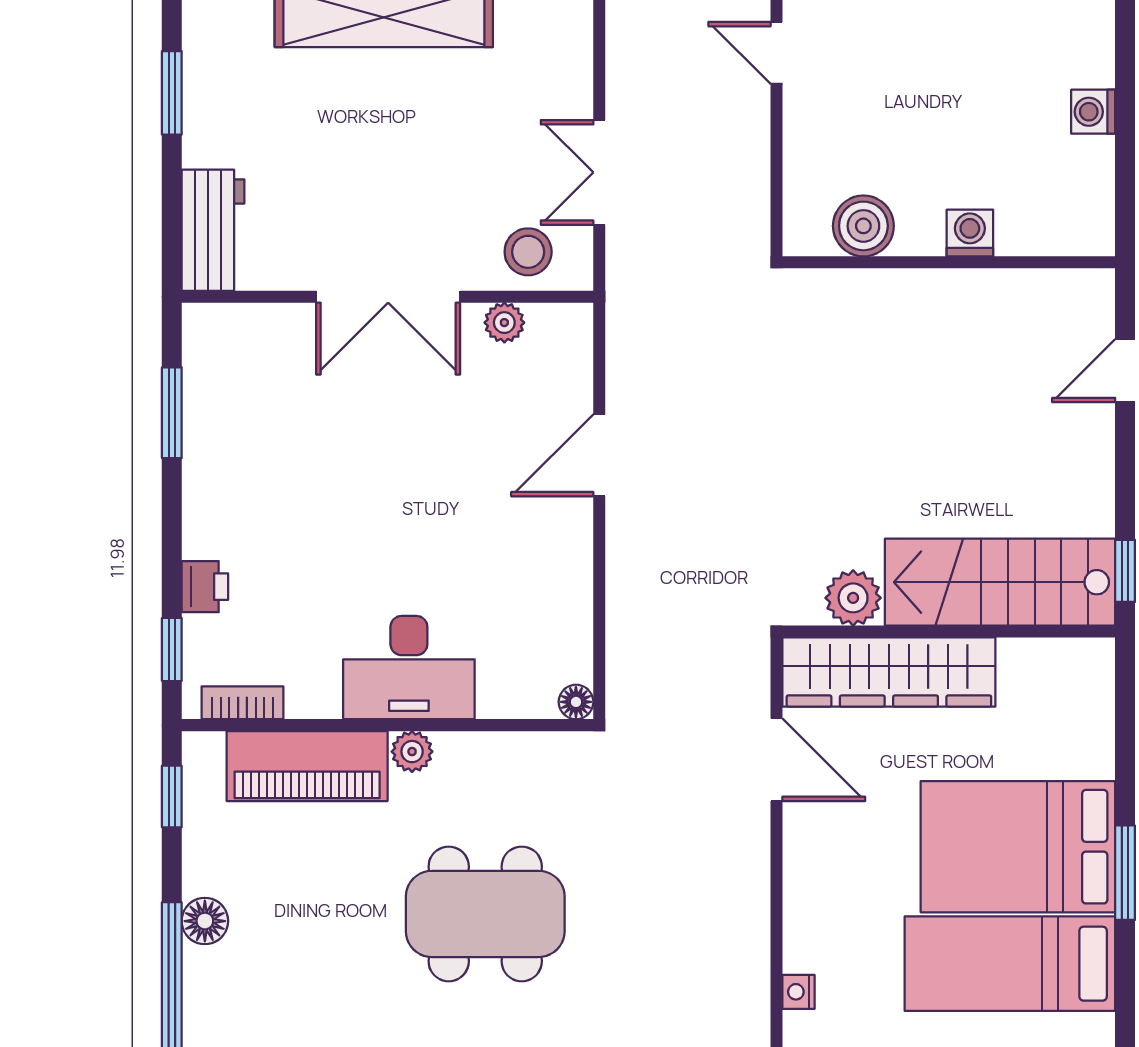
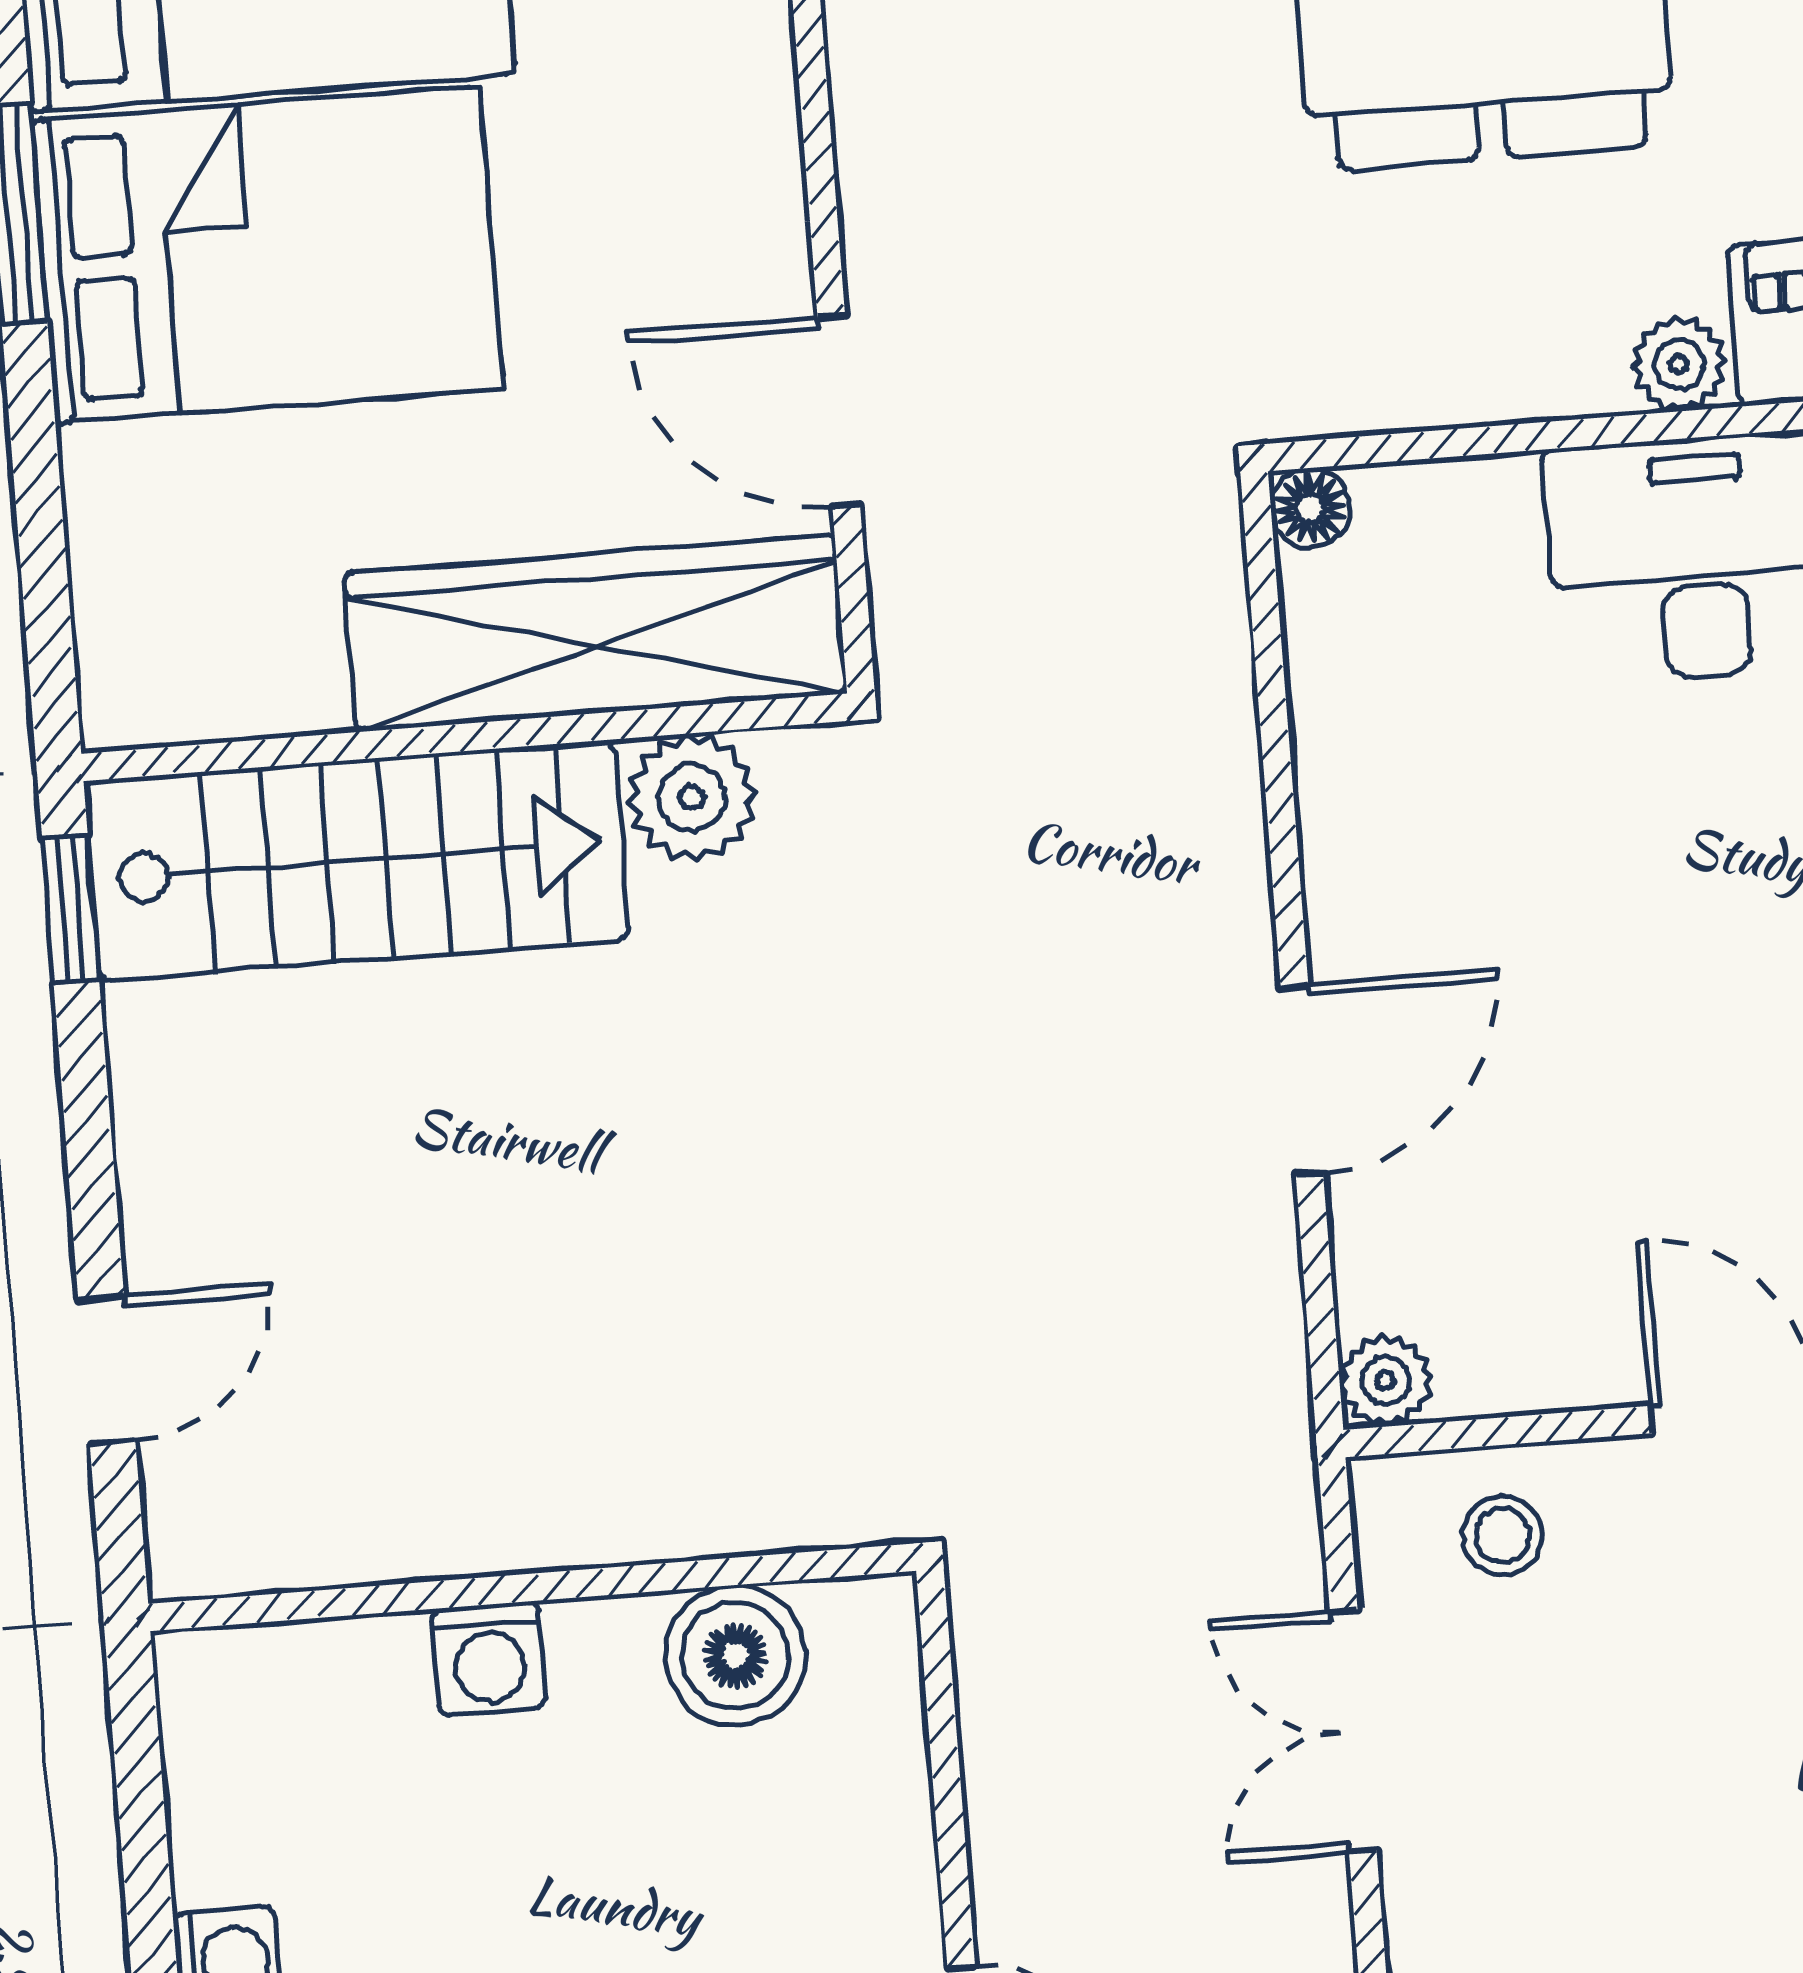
double door: (599, 172) -> (1353, 1731), swing flipped
stool: (528, 252) -> (1502, 1535), width x0.73, depth x0.73
plant: (504, 323) -> (1385, 1381), moved

